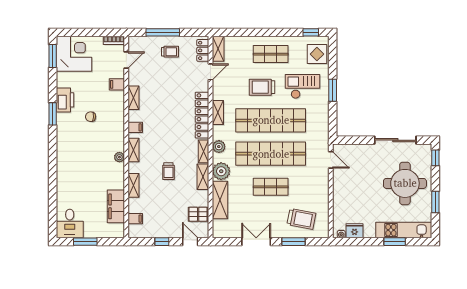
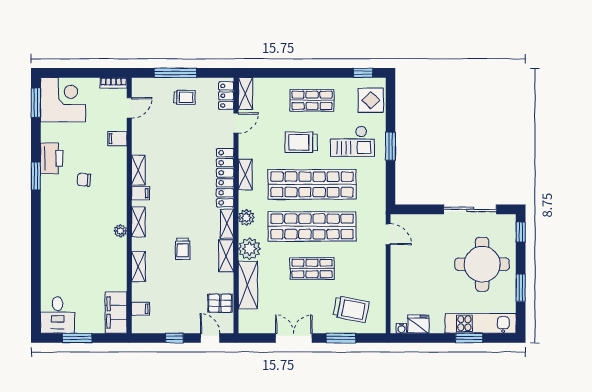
checkout: (302, 86) -> (352, 141), turned 180
shelving: (134, 98) -> (138, 170), moved
filing cabinet: (116, 206) -> (116, 312), moved

